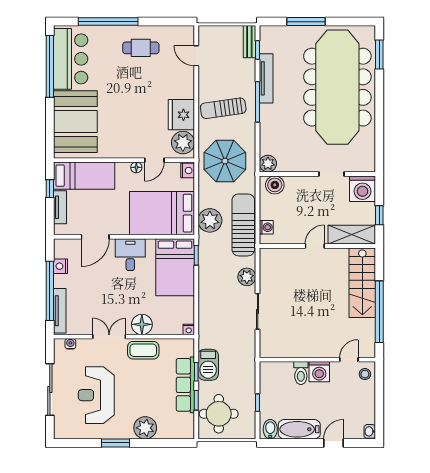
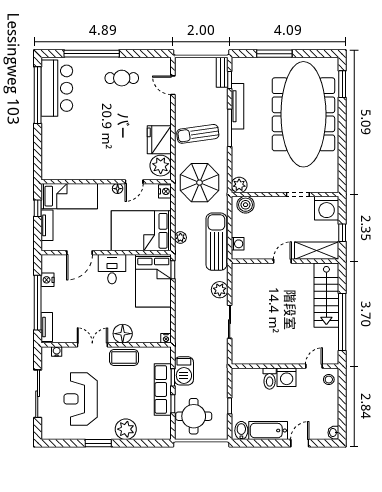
booth: (75, 122) -> (61, 146), removed
plant: (210, 220) -> (180, 238), width x0.53, depth x0.53
tv unit: (60, 311) -> (47, 327), width x0.71

